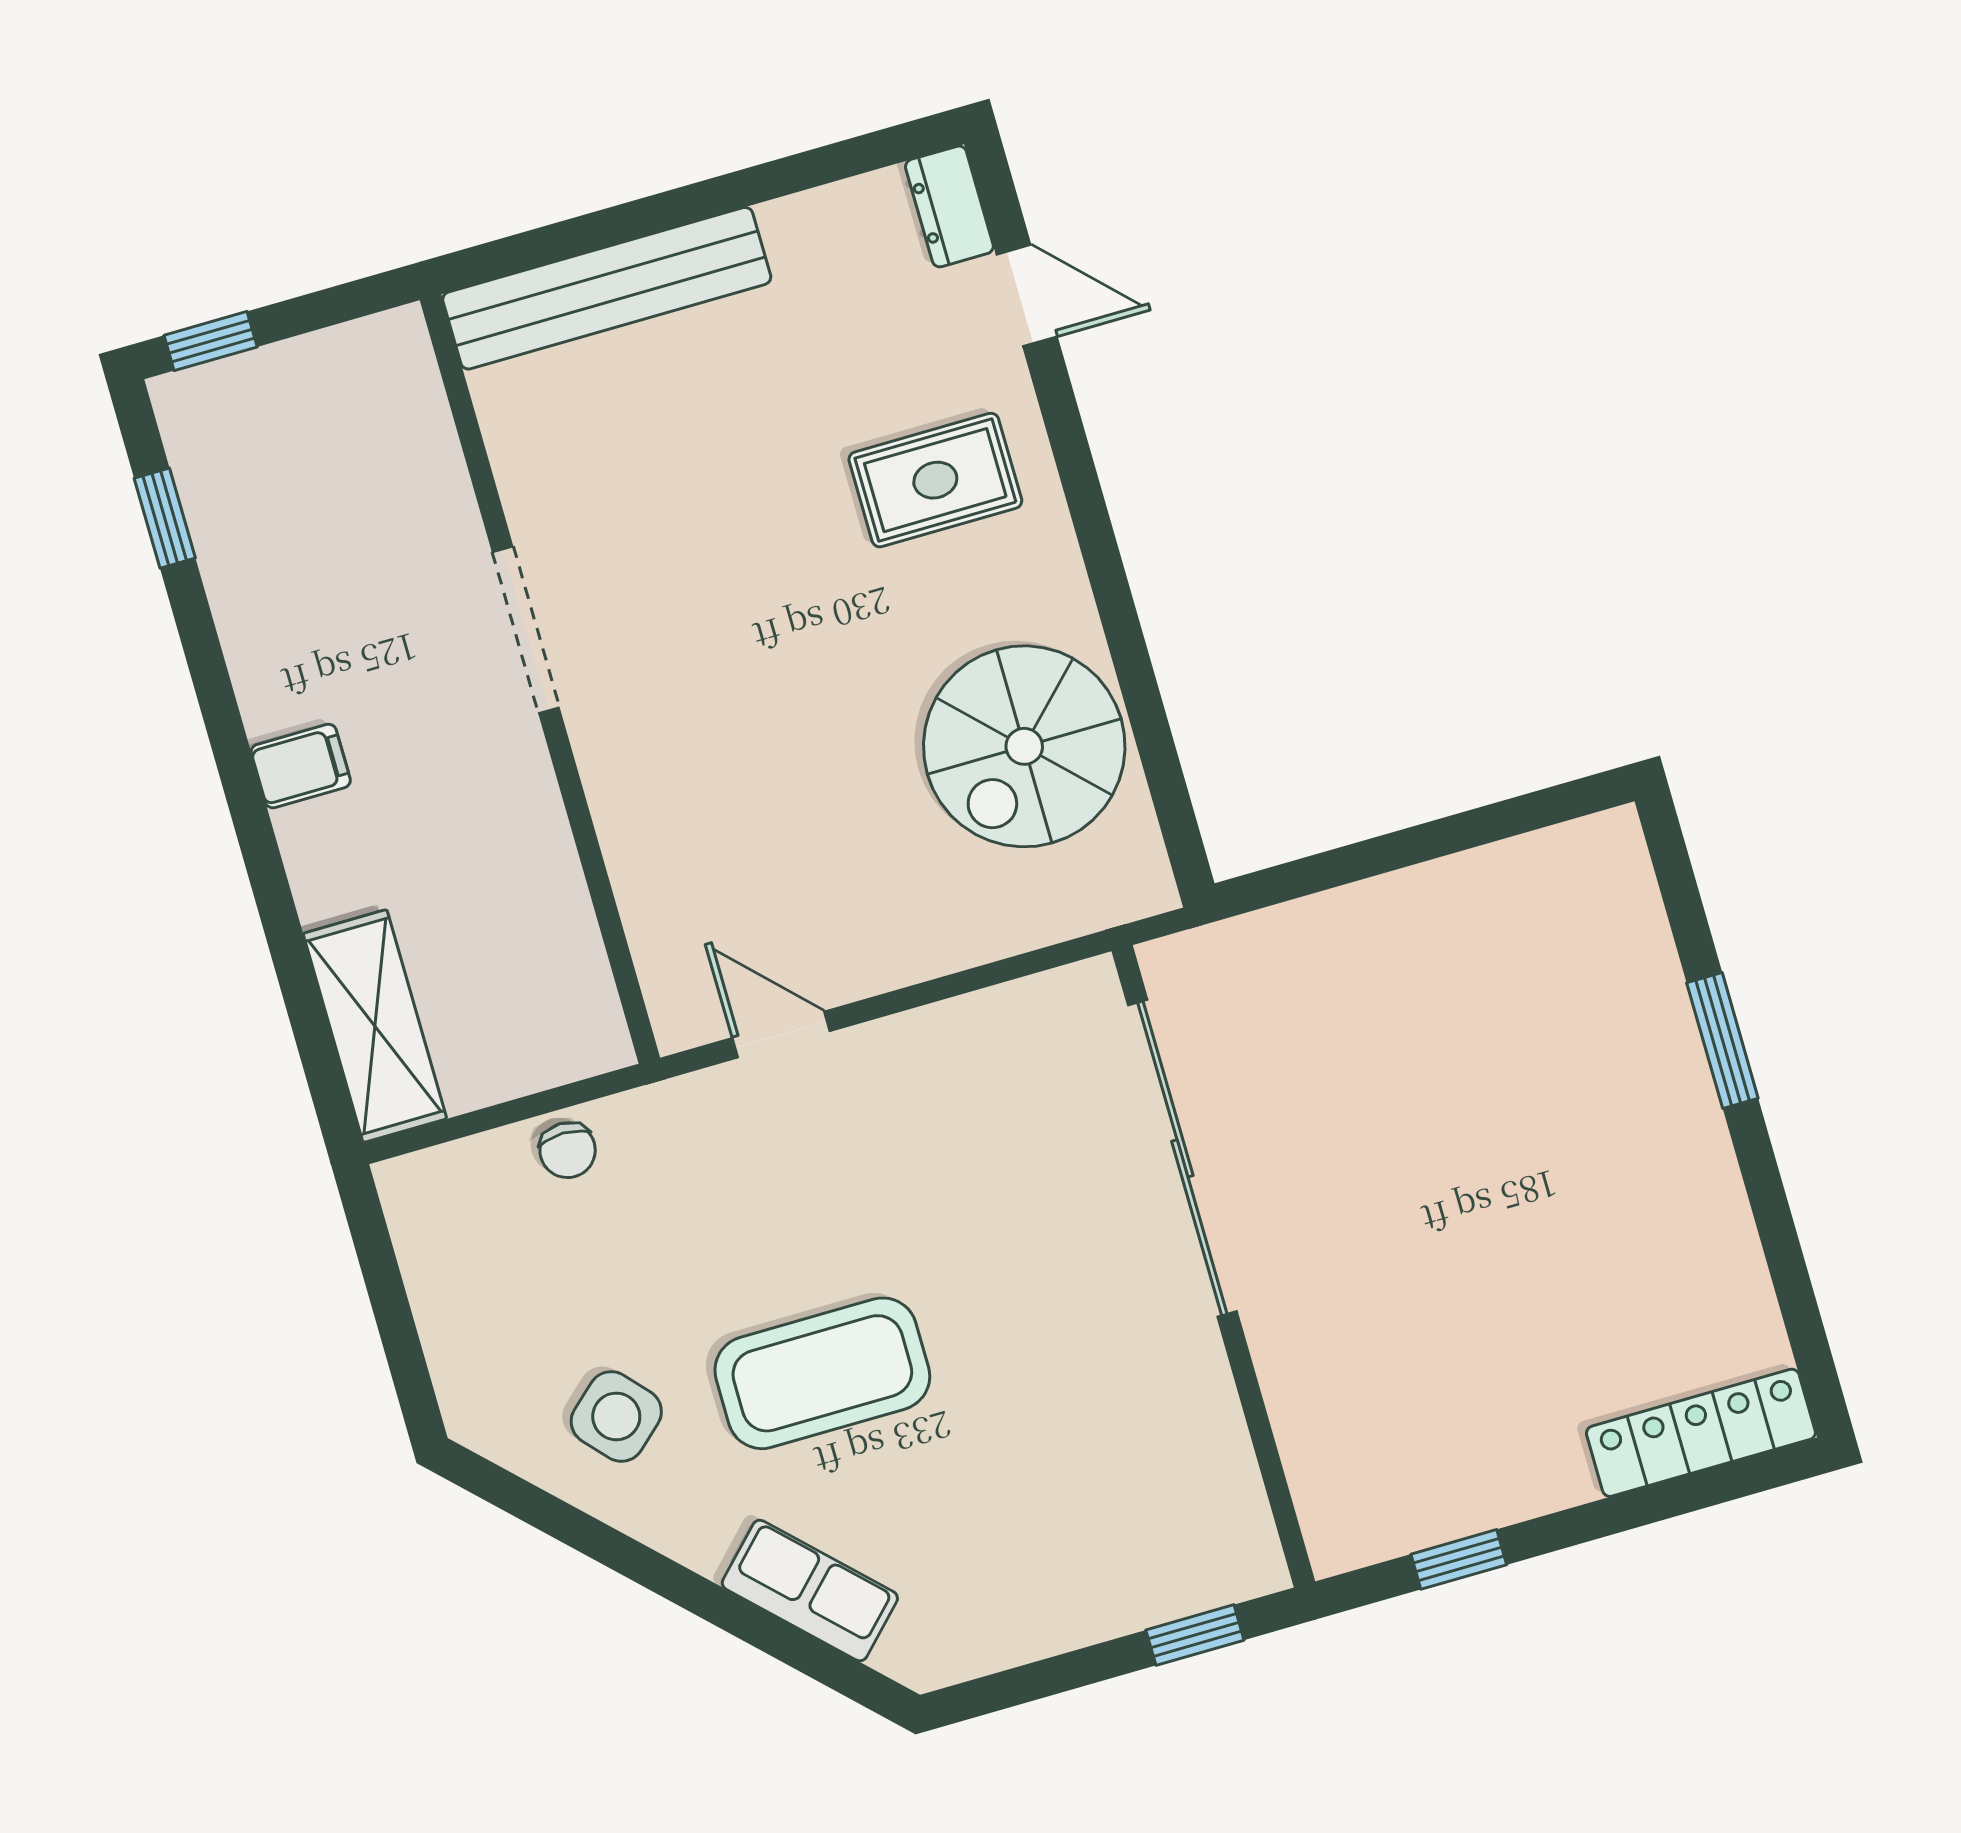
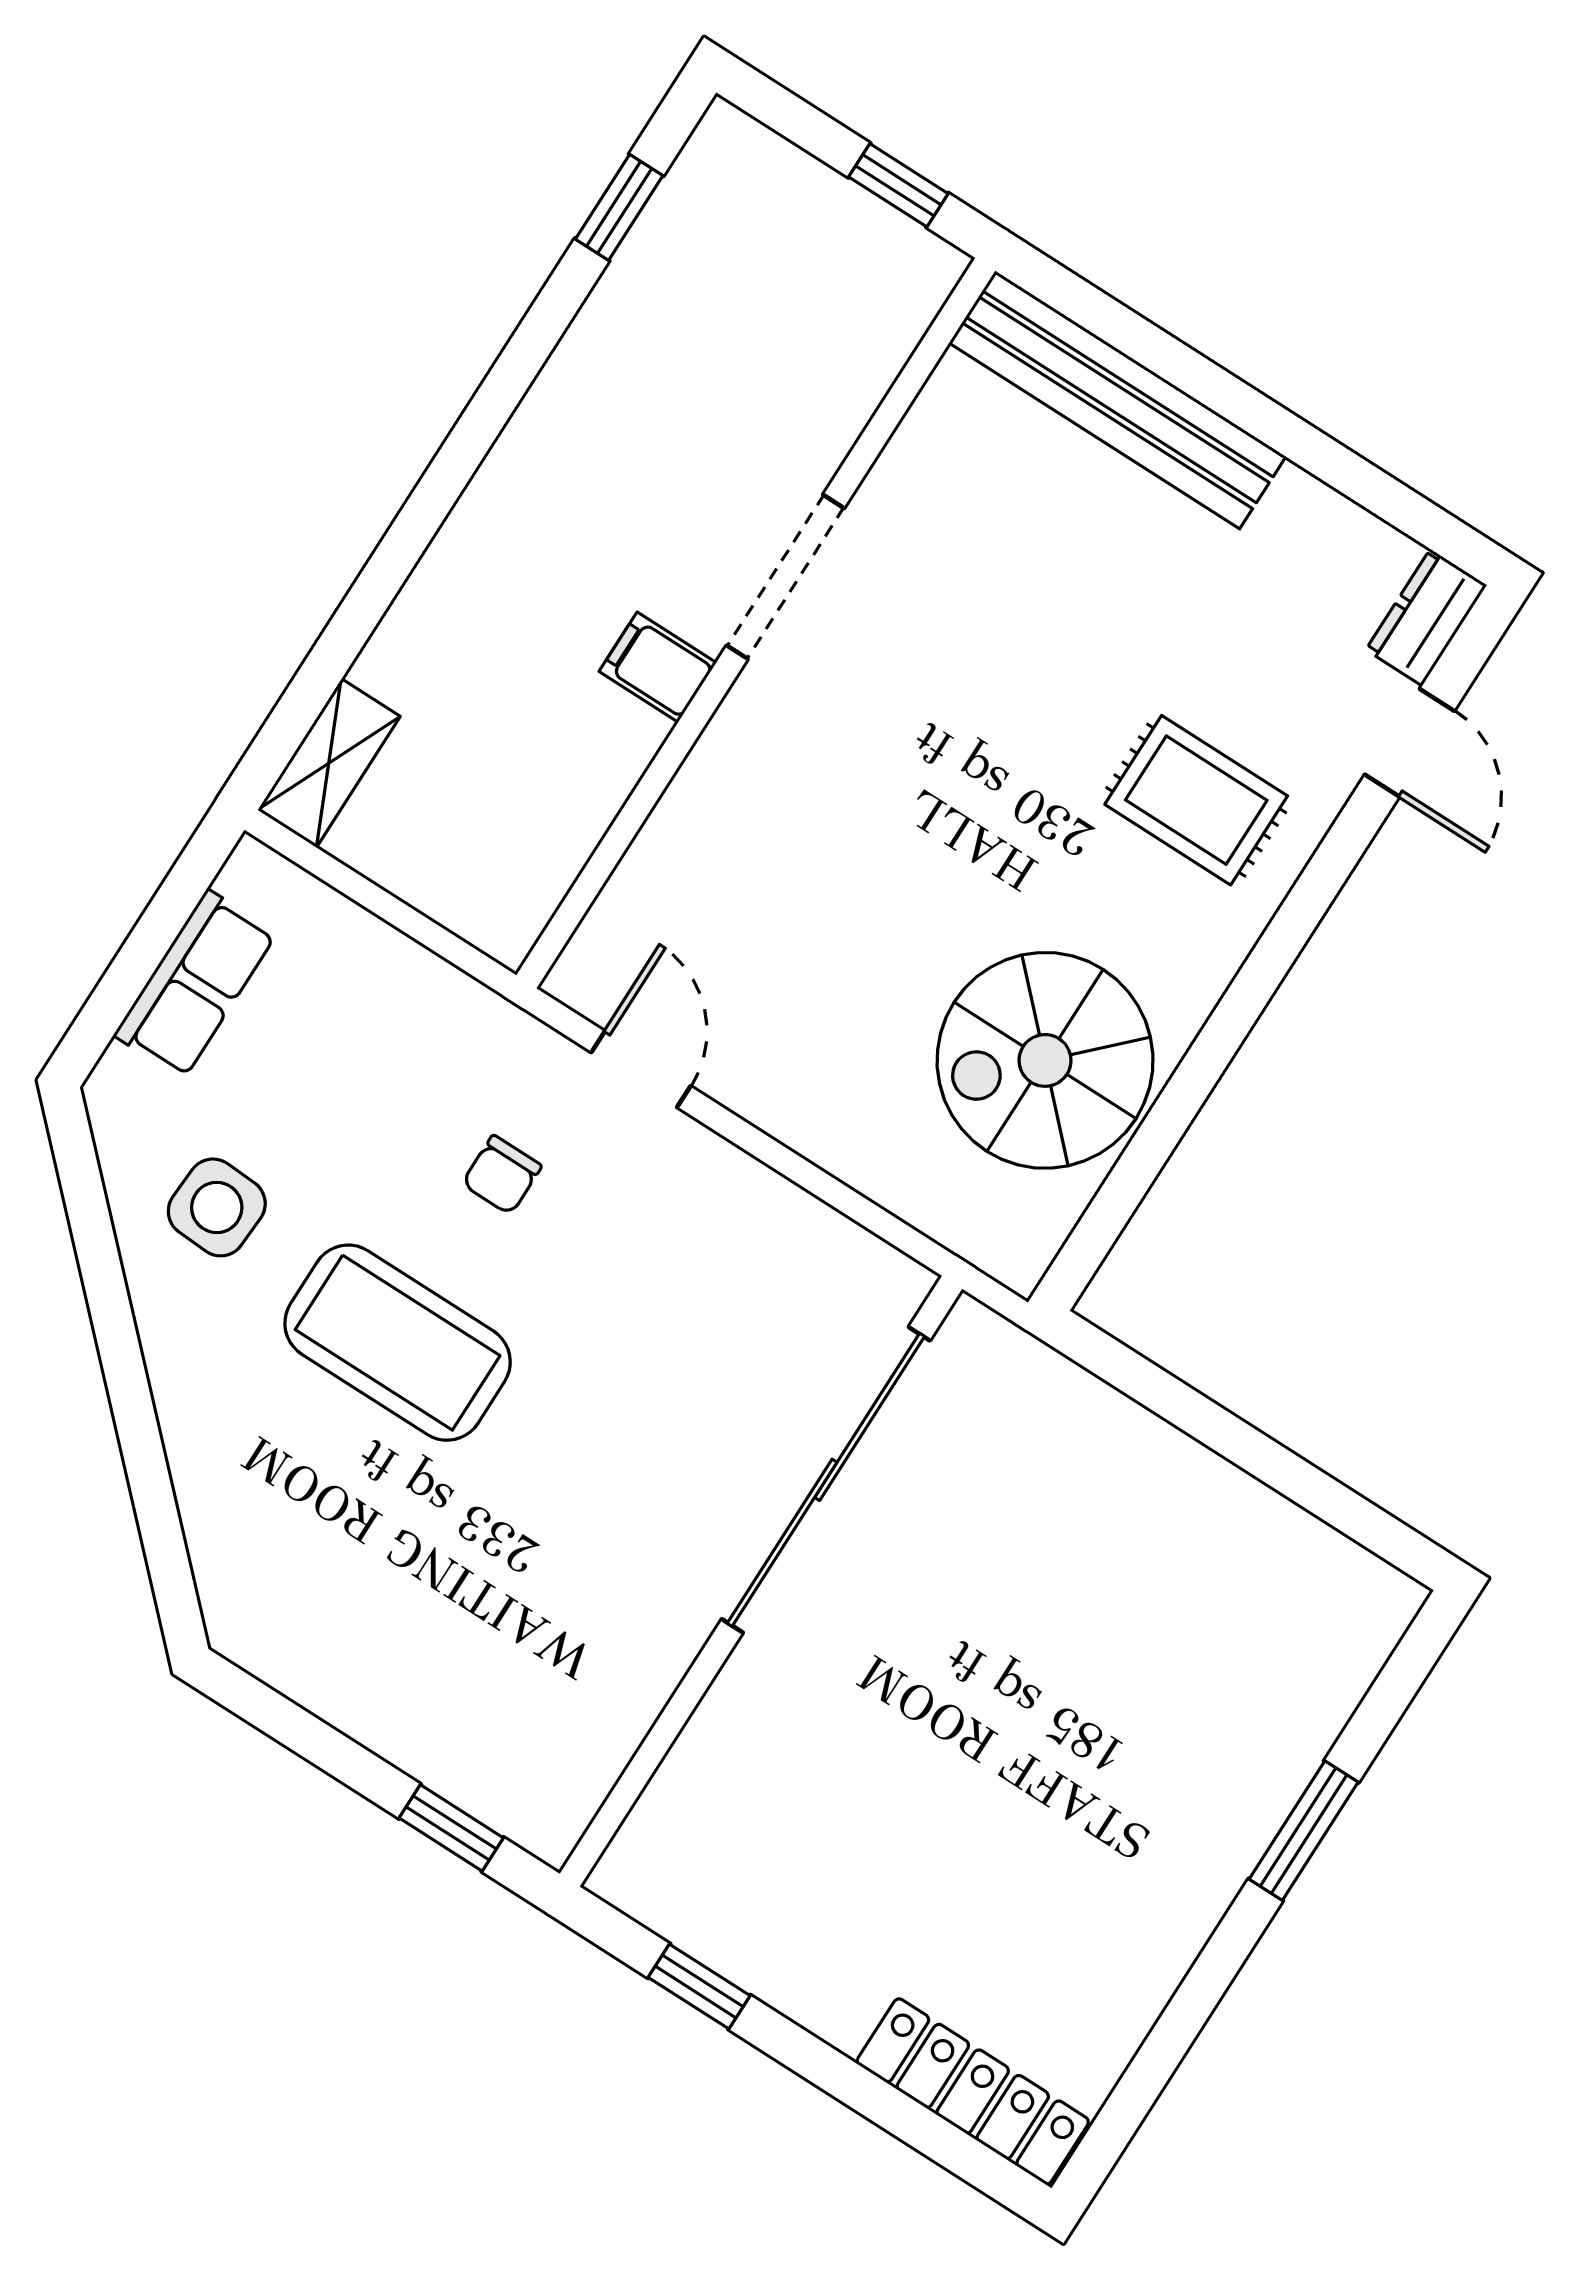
window: (211, 341) -> (898, 185), moved
filing cabinet: (301, 766) -> (658, 667), moved, turned 180
shelving: (375, 1026) -> (329, 763), width x0.67, depth x0.75
chair: (568, 1150) -> (502, 1175), moved
side table: (616, 1416) -> (217, 1207), turned 45
row of seats: (810, 1591) -> (195, 984), moved, turned 45

